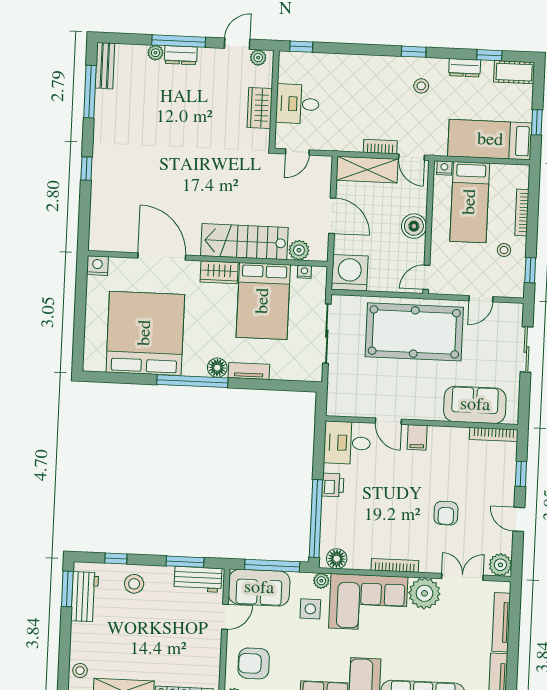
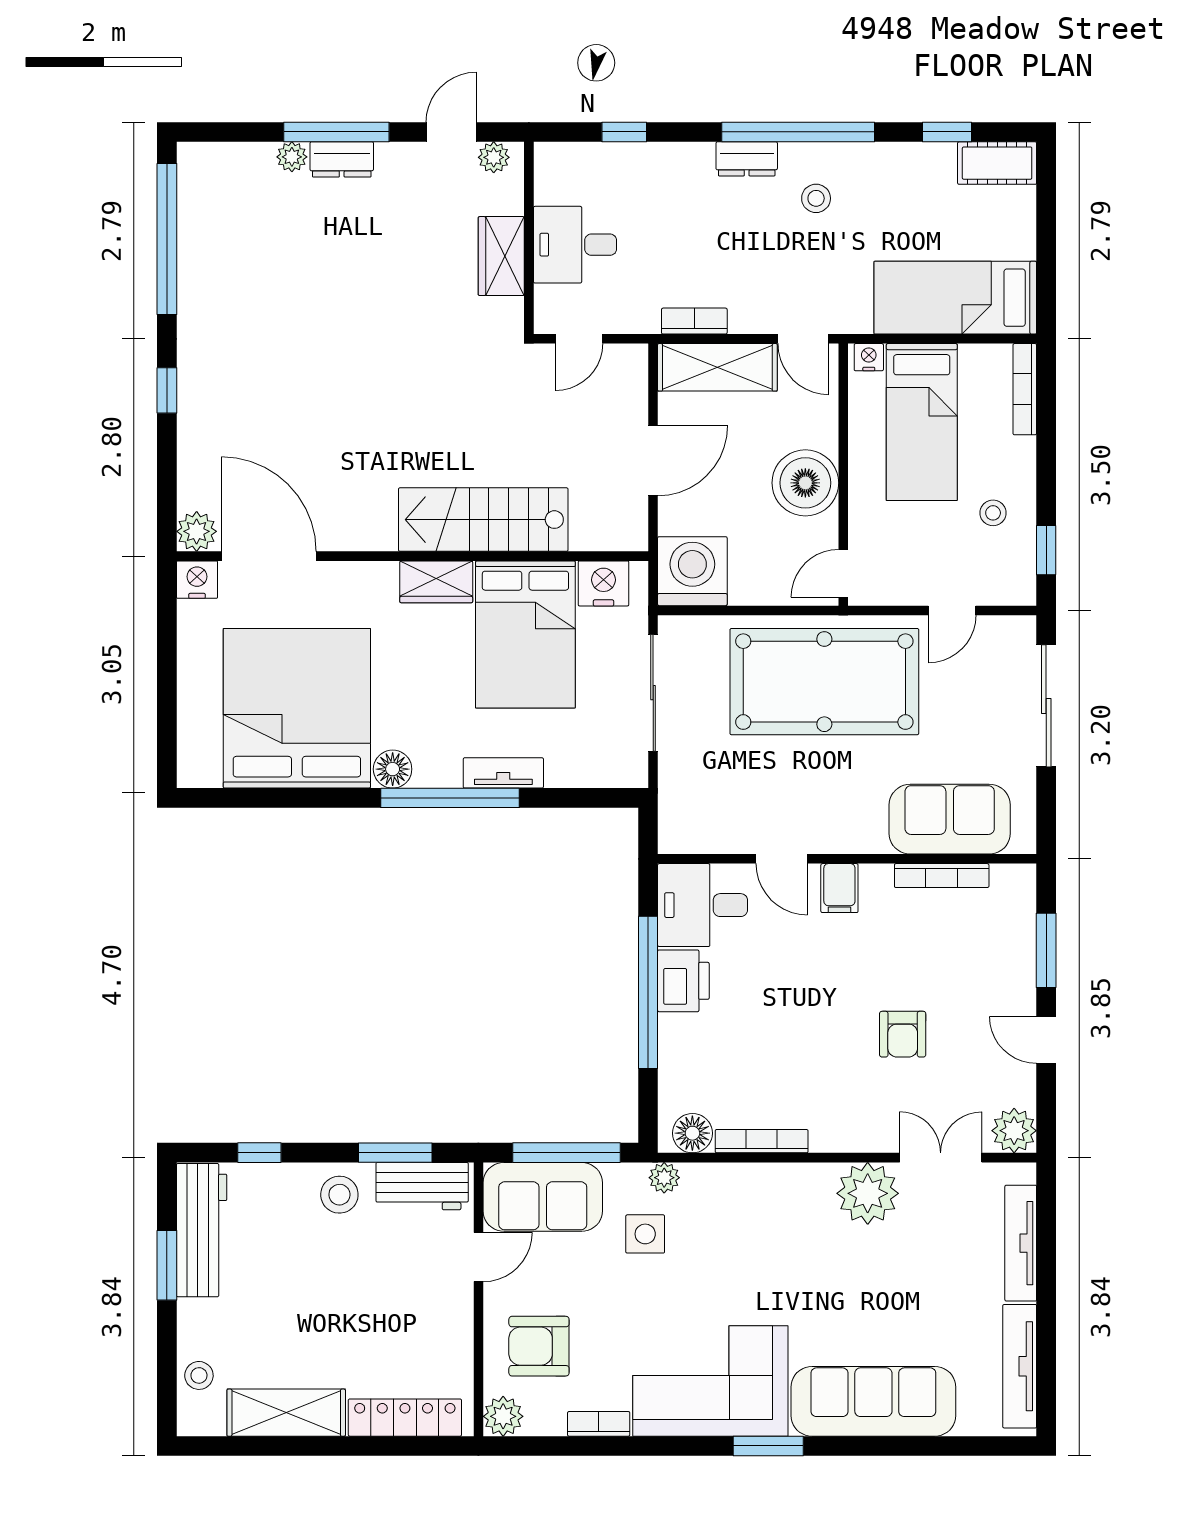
window: (301, 47) -> (624, 132), moved
window: (414, 52) -> (798, 132), width x3.17
bench: (105, 66) -> (194, 187), removed
dresser: (465, 68) -> (747, 159), moved
window: (90, 92) -> (167, 239), width x1.46
window: (537, 122) -> (1046, 260), removed
bookcase: (380, 147) -> (694, 321), moved
bookcase: (522, 212) -> (1025, 389), moved
door: (332, 216) -> (653, 461), hinge flipped
boiler: (414, 226) -> (805, 483), width x1.37, depth x1.37
plant: (299, 250) -> (197, 531), moved
door: (162, 257) -> (269, 556), moved
nightstand: (304, 272) -> (604, 583), width x1.89, depth x1.79
sliding door: (527, 349) -> (1046, 706), width x1.37
floor lamp: (217, 368) -> (393, 769), moved
window: (192, 381) -> (450, 798), moved
bookcase: (494, 434) -> (942, 876), moved
window: (521, 474) -> (1046, 950), width x1.50
printer: (333, 485) -> (683, 981), width x1.36, depth x1.24
window: (316, 518) -> (648, 992), moved
bookcase: (395, 565) -> (762, 1141), moved
stool: (134, 584) -> (339, 1195), moved
window: (67, 589) -> (167, 1265), moved
workbench: (85, 597) -> (202, 1230), width x1.38
corner sofa: (368, 602) -> (758, 1216), removed

